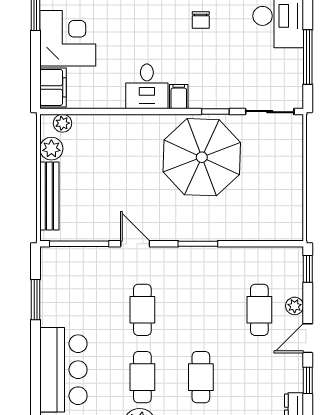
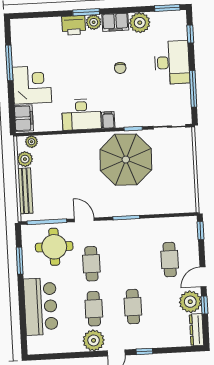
desk: (147, 86) -> (81, 114), width x1.37
round table: (88, 282) -> (54, 247), added
plant: (295, 306) -> (190, 302), moved, width x1.88, depth x1.88

